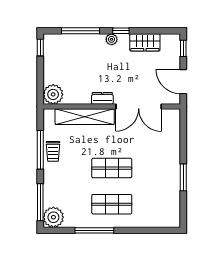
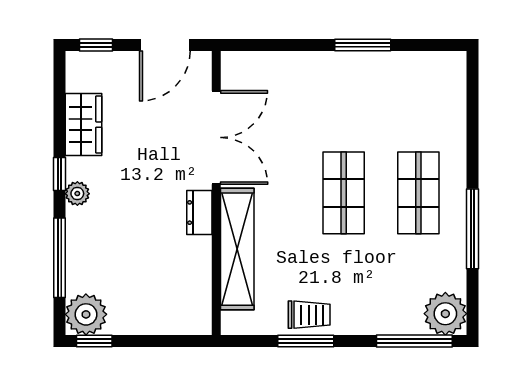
plant: (53, 94) -> (86, 314), moved
window: (40, 150) -> (306, 341), width x0.69

